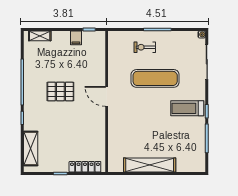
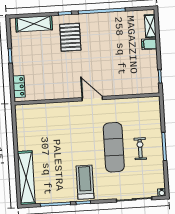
filing cabinet: (76, 38) -> (149, 44), moved
exercise bike: (145, 47) -> (140, 149), moved
pallet: (60, 91) -> (70, 37), moved
door: (107, 96) -> (92, 99), hinge flipped
shelving: (150, 165) -> (26, 178), moved
locker: (85, 167) -> (19, 87), width x0.66

